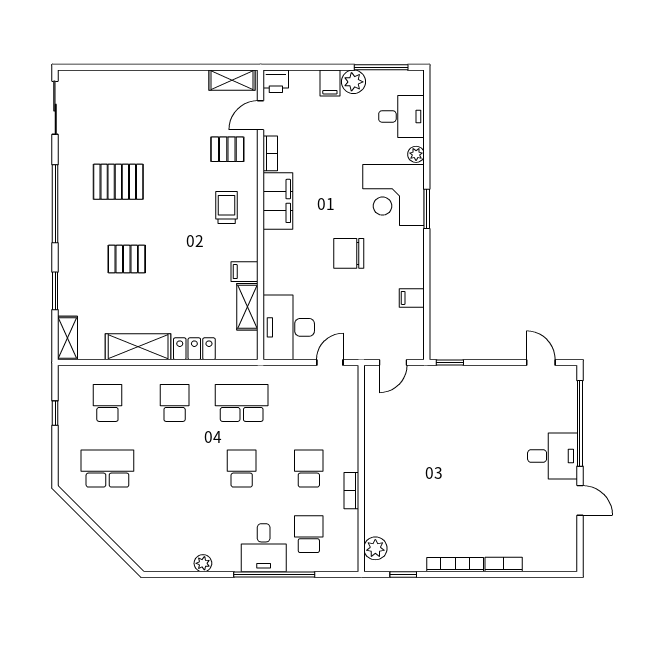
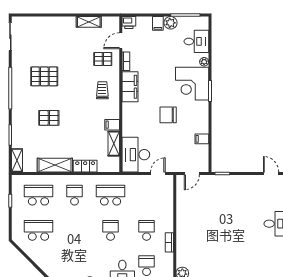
shelving: (232, 80) -> (89, 22), moved
school desk: (107, 403) -> (38, 195), width x1.85

